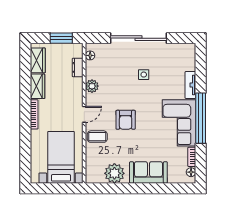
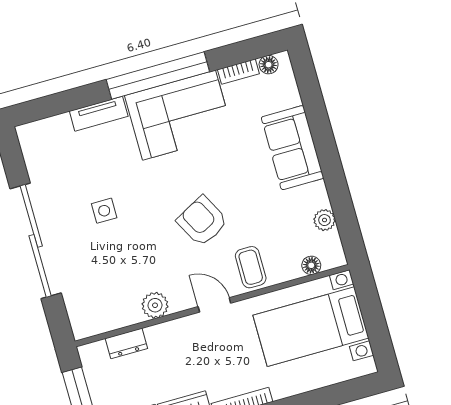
floor lamp: (90, 55) -> (311, 265), moved
armchair: (126, 120) -> (202, 221), turned -118
plant: (114, 173) -> (324, 220), width x0.53, depth x0.53

